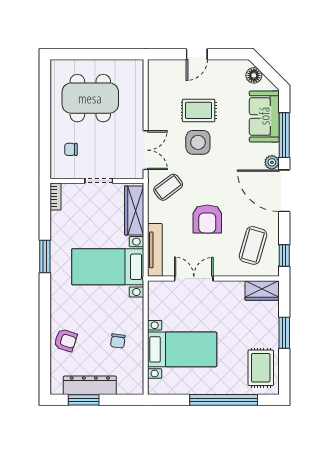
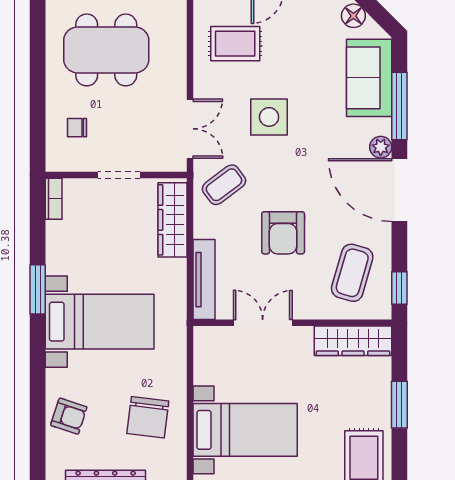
rug: (199, 110) -> (235, 44), moved
bed with nightstands: (108, 267) -> (100, 322), moved, turned 180
wardrobe: (262, 290) -> (353, 341), width x1.50
chair: (118, 341) -> (148, 417), width x1.87, depth x1.87

